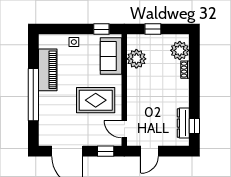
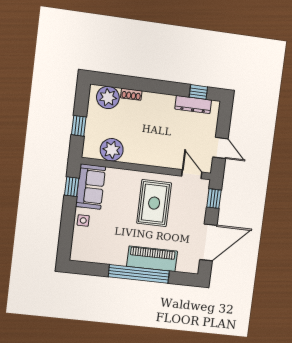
sofa: (111, 56) -> (91, 187), moved, turned -90
piano: (48, 70) -> (152, 259), moved
door: (124, 129) -> (192, 174), swing flipped

